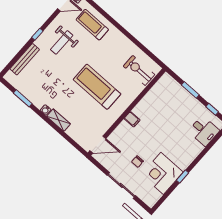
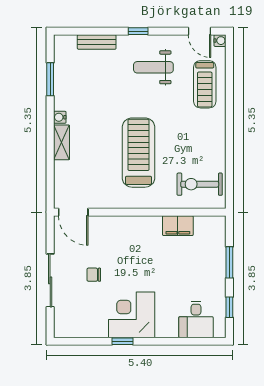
treadmill: (92, 25) -> (205, 84), turned 180
bench: (25, 59) -> (97, 42), width x0.73
exercise bike: (139, 70) -> (200, 184), turned -90
filing cabinet: (132, 119) -> (178, 226), moved, width x2.00
corner desk: (162, 173) -> (132, 315), moved

